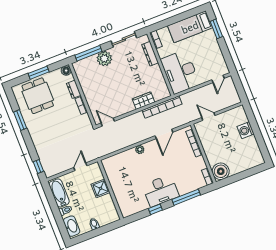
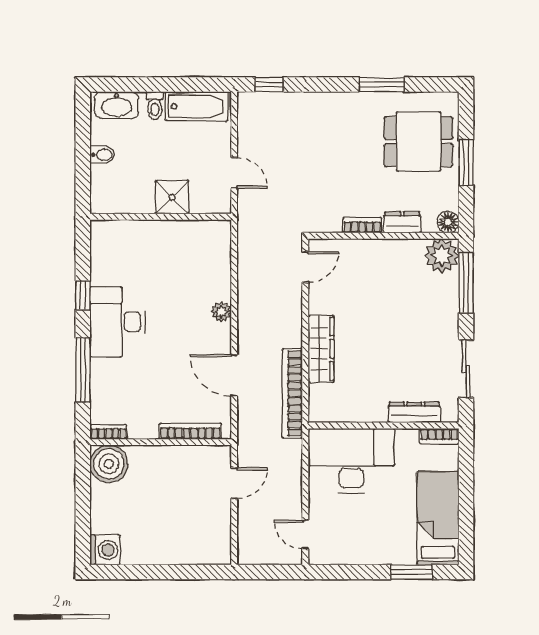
plant: (104, 58) -> (442, 256), moved
wardrobe: (144, 101) -> (321, 349), width x1.50
washing machine: (246, 130) -> (105, 550), moved, turned 90

